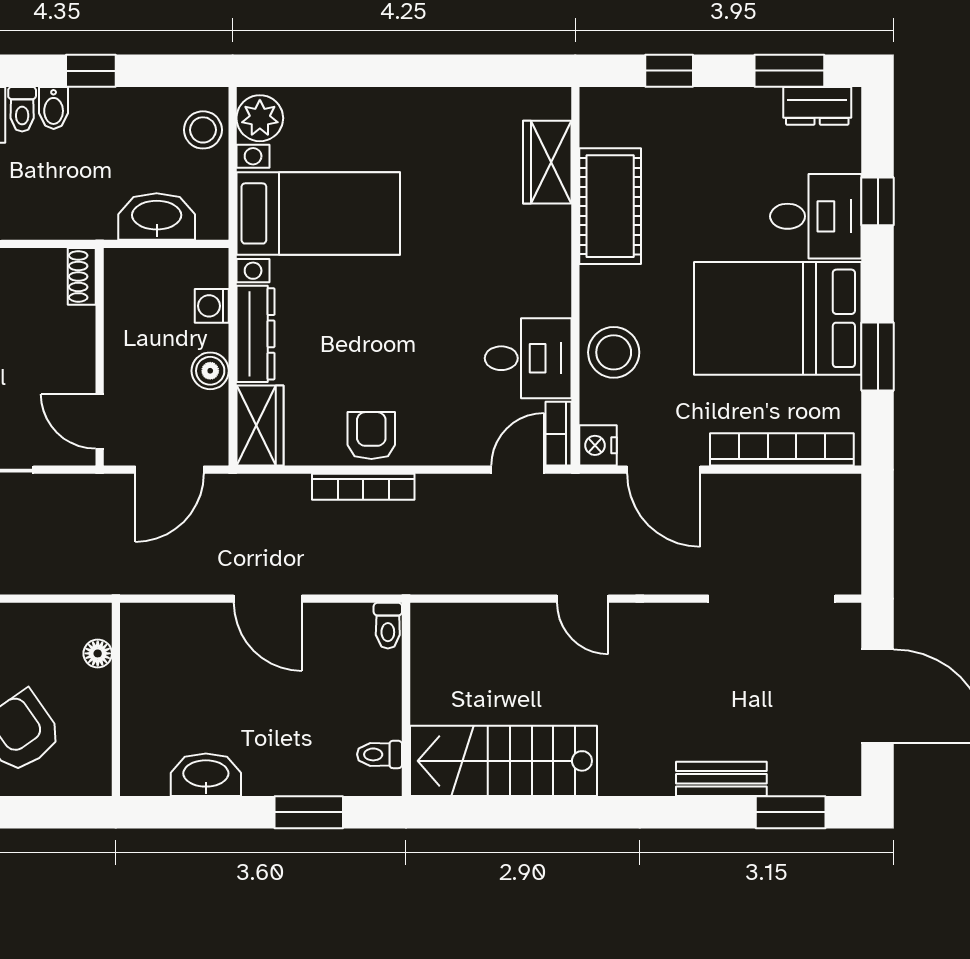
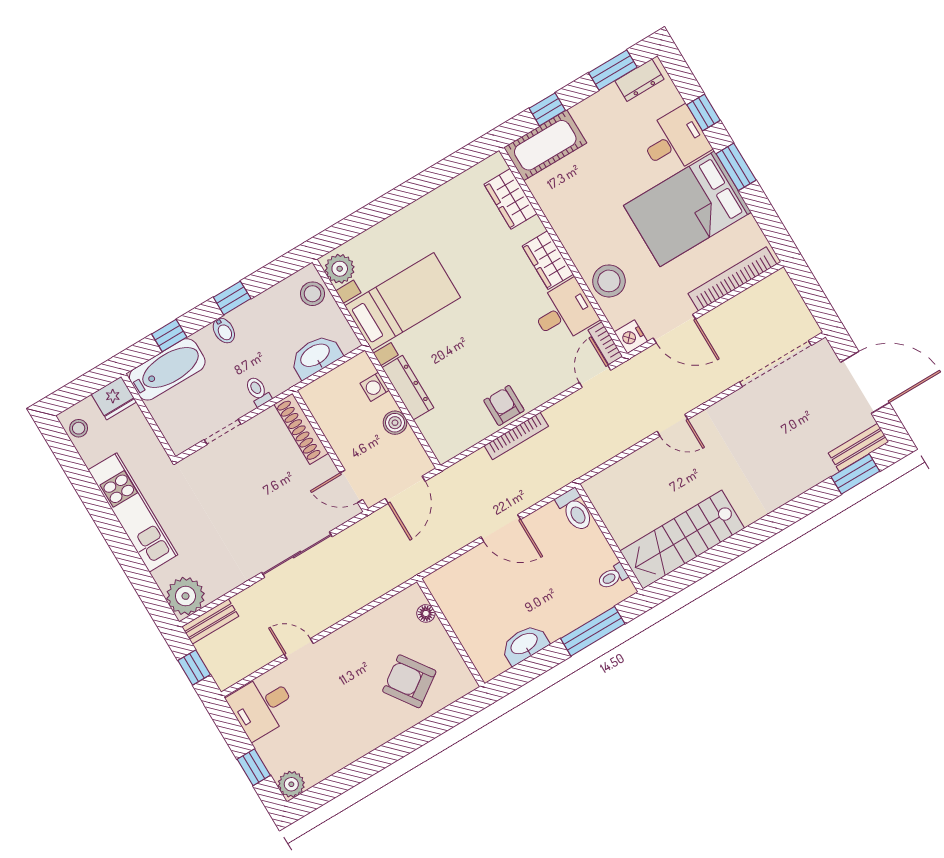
toilet: (22, 109) -> (258, 391), moved, turned 180
cot: (610, 206) -> (545, 145), moved, turned 90
shoe rack: (82, 276) -> (301, 429), width x1.94, depth x1.24
window: (878, 356) -> (736, 167), moved
wardrobe: (260, 425) -> (548, 260), moved, turned 180
toilet: (388, 626) -> (575, 510), width x1.37, depth x1.39
bench: (721, 779) -> (858, 447), moved
window: (309, 812) -> (593, 631), width x1.44

